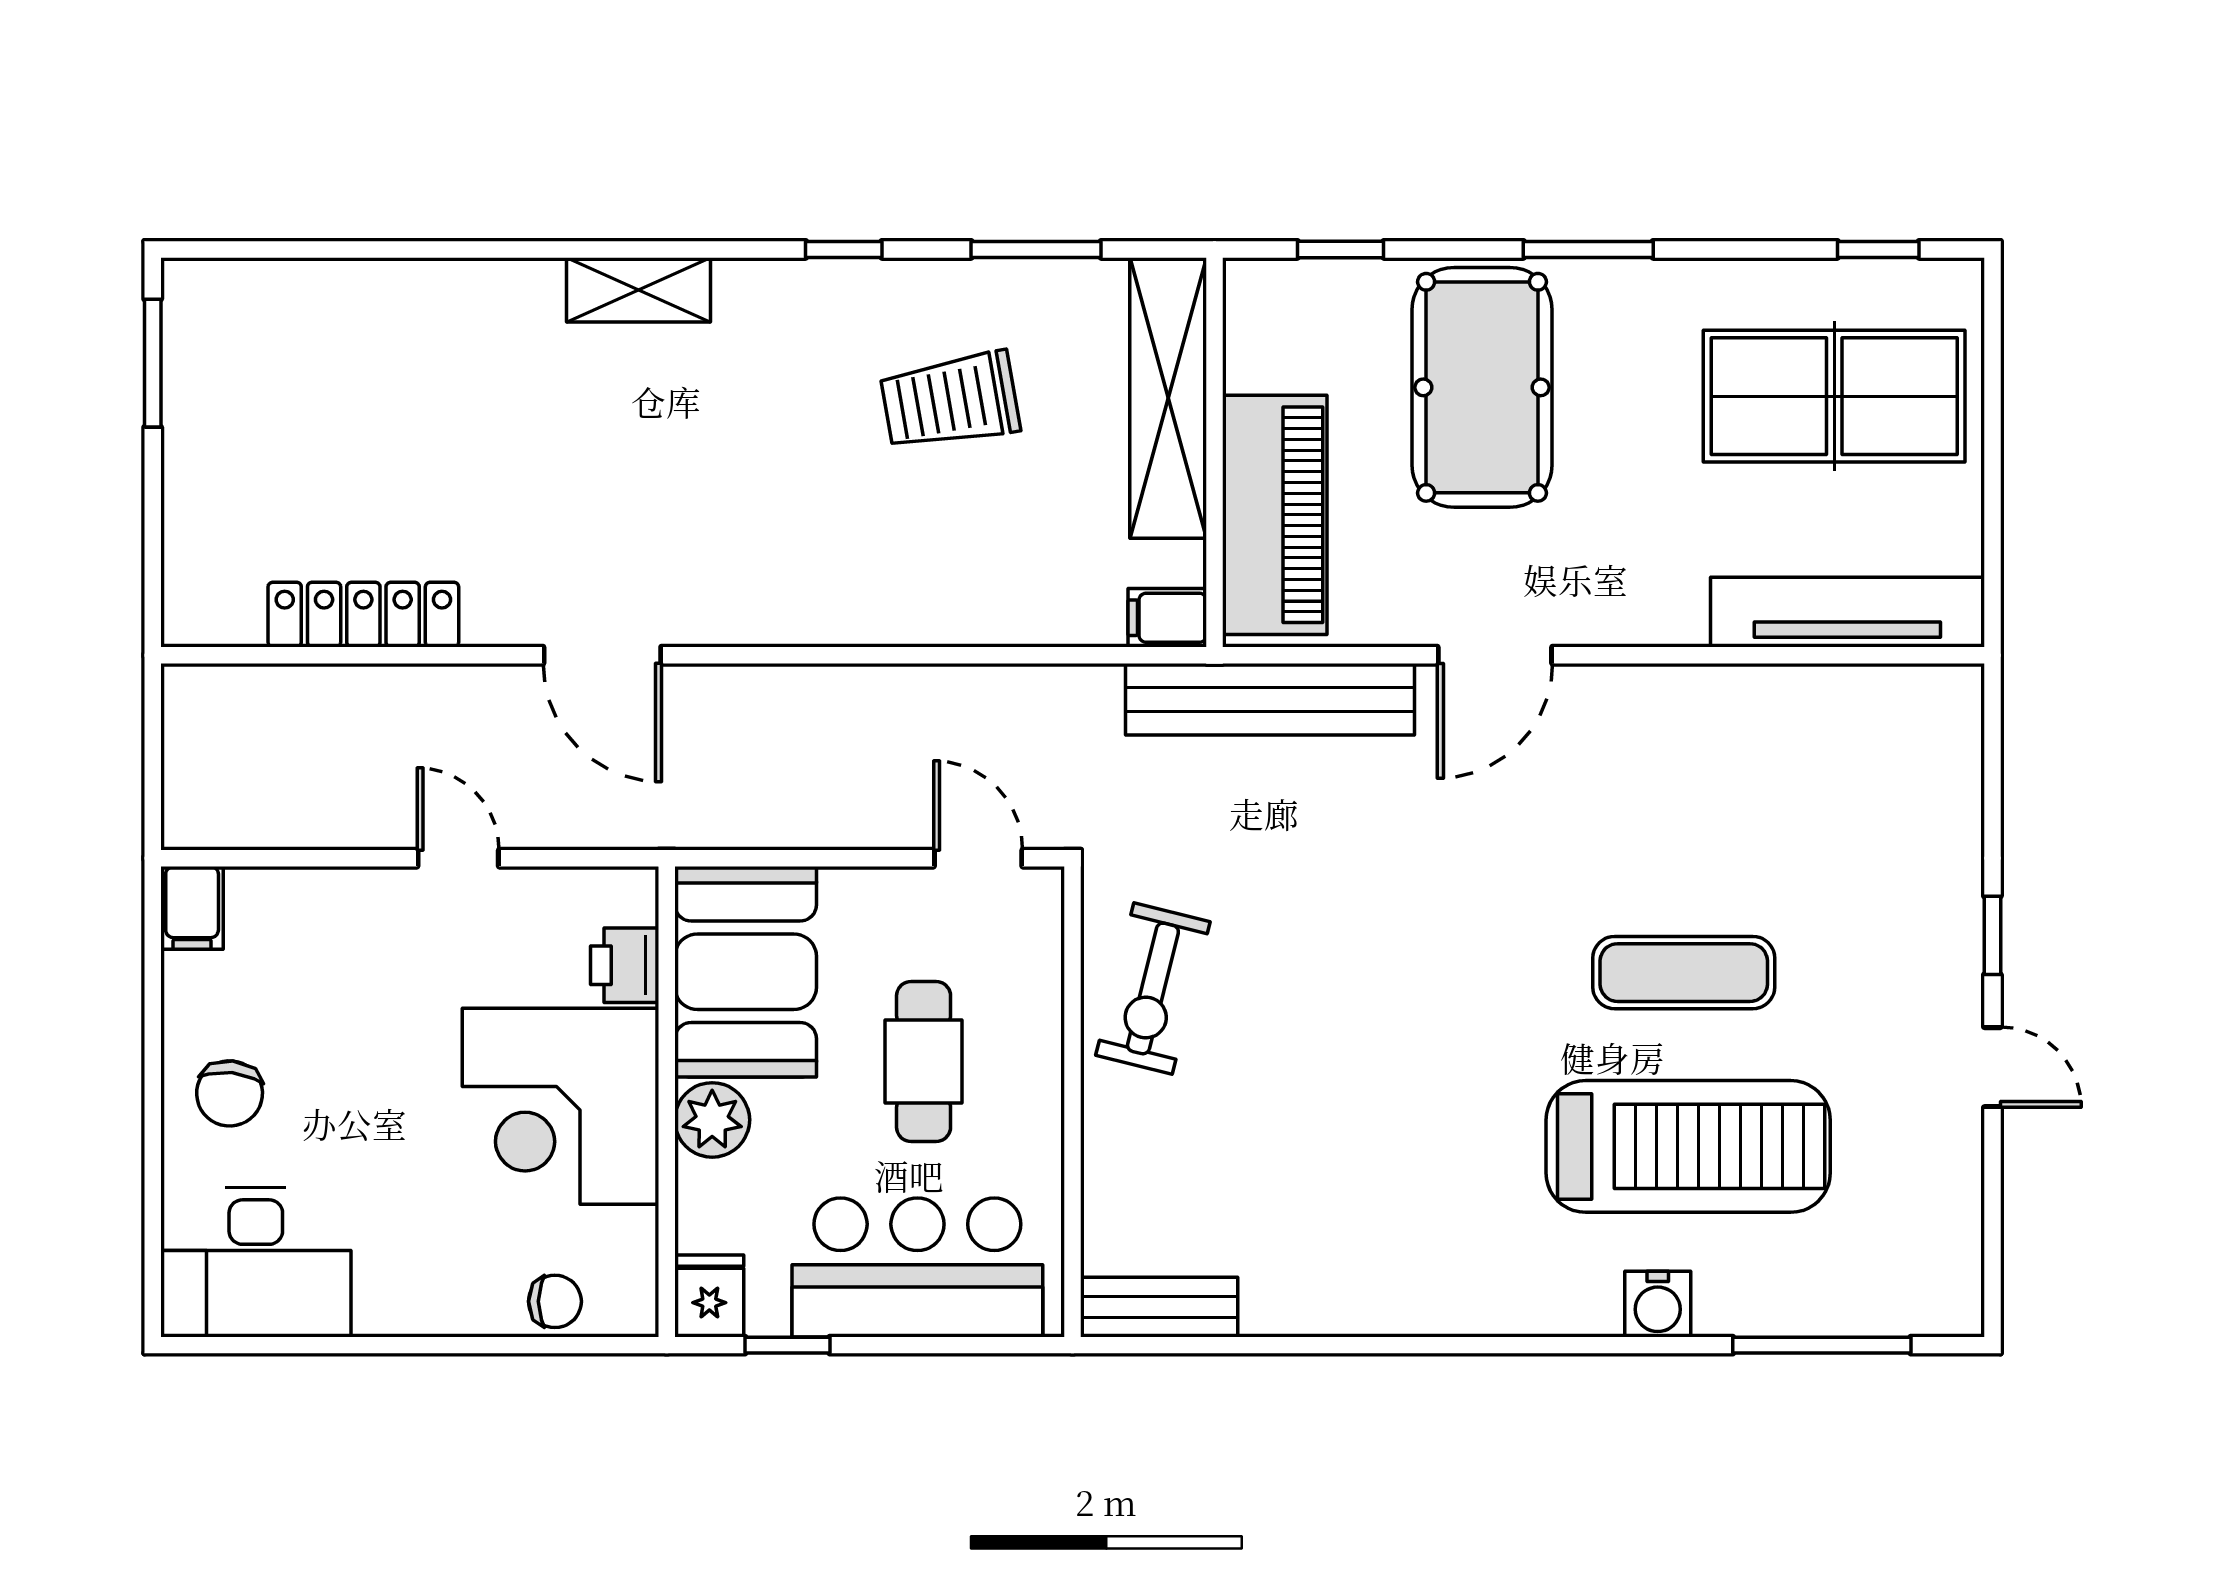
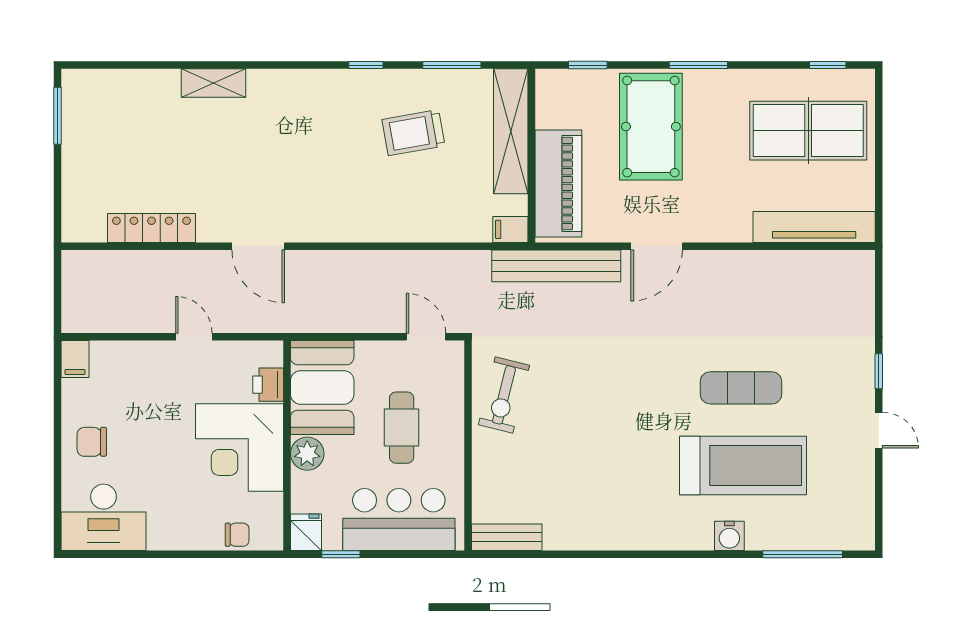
shelving: (638, 290) -> (214, 83), moved
chair: (230, 1093) -> (92, 442), turned 84

